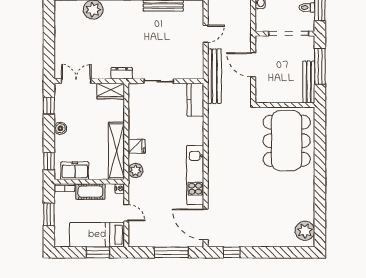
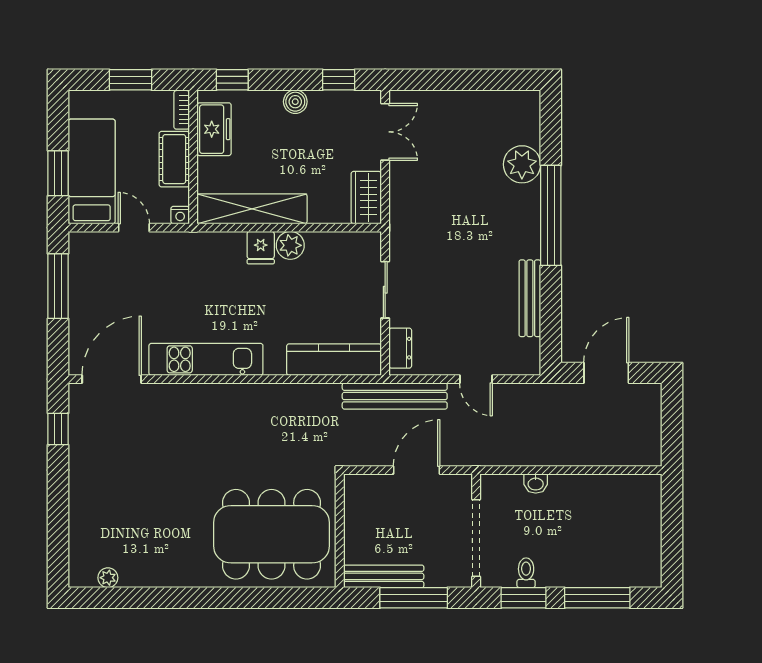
dresser: (122, 73) -> (400, 348), moved
kitchen counter: (195, 100) -> (334, 360), width x1.50
plant: (136, 171) -> (290, 245), moved
door: (126, 213) -> (134, 228), swing flipped
plant: (305, 231) -> (108, 578), width x0.53, depth x0.53
window: (171, 252) -> (58, 286), moved

